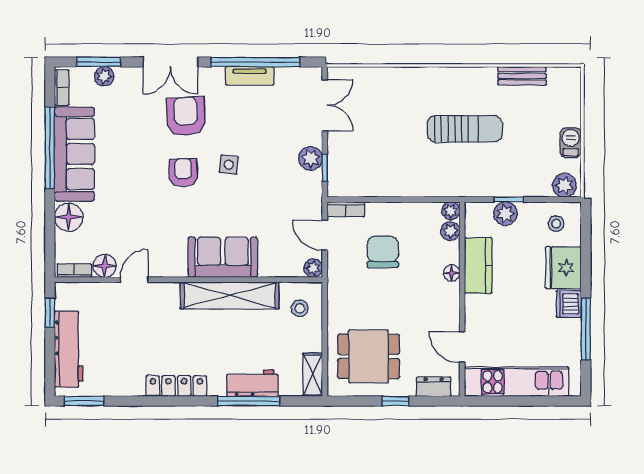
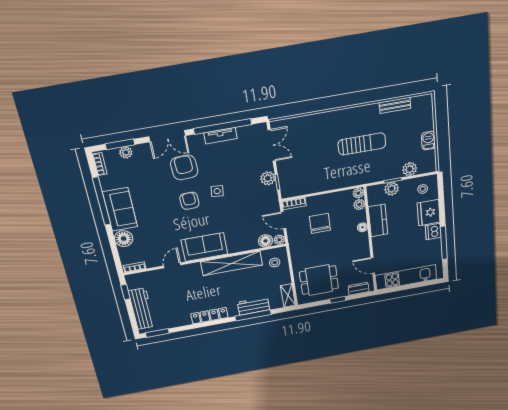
sofa: (74, 154) -> (120, 209), width x0.73
plant: (564, 185) -> (410, 169), moved
sofa: (223, 257) -> (204, 247), moved
floor lamp: (105, 266) -> (266, 241), moved

